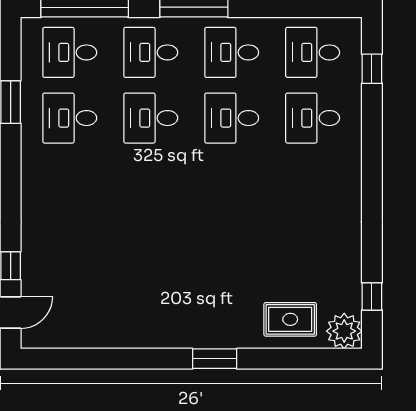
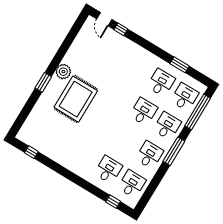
desk: (232, 118) -> (126, 141), removed
rug: (290, 319) -> (76, 99), moved, width x1.86, depth x2.06
plant: (344, 331) -> (63, 72), moved

